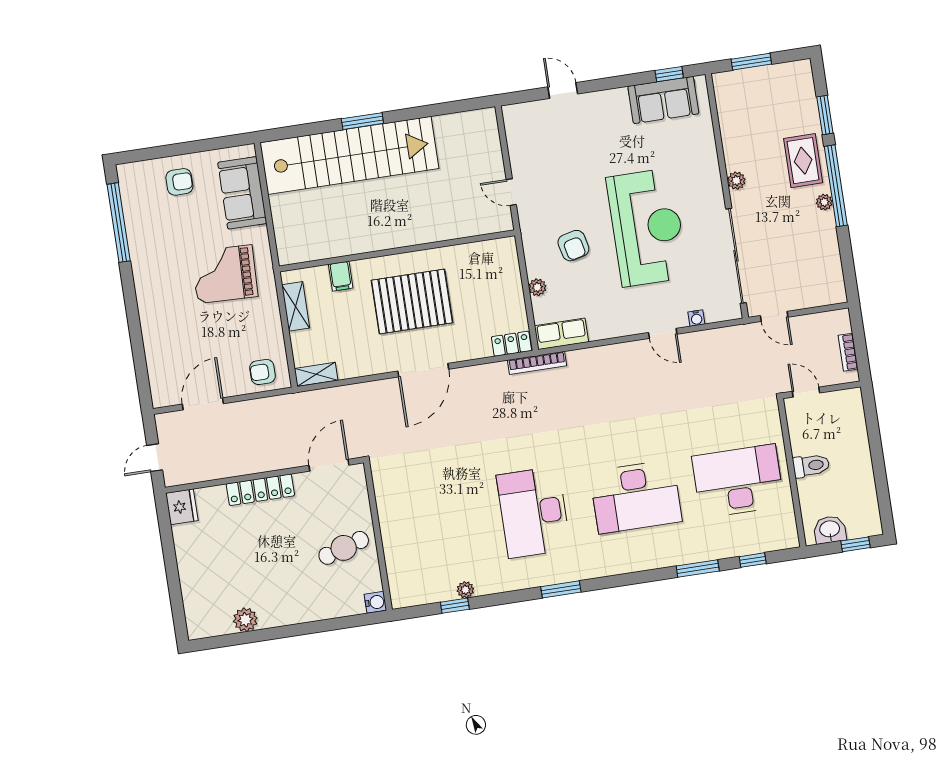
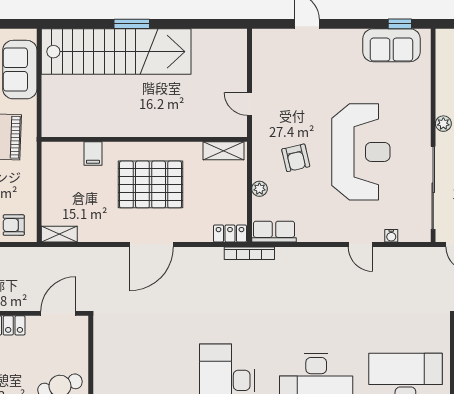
shelving: (296, 306) -> (224, 151), moved, turned 90

